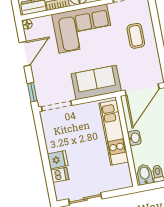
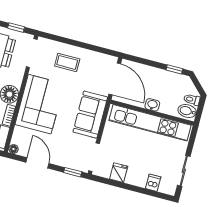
kitchen unit: (114, 133) -> (150, 123), width x1.36
fridge: (58, 160) -> (119, 173), moved

